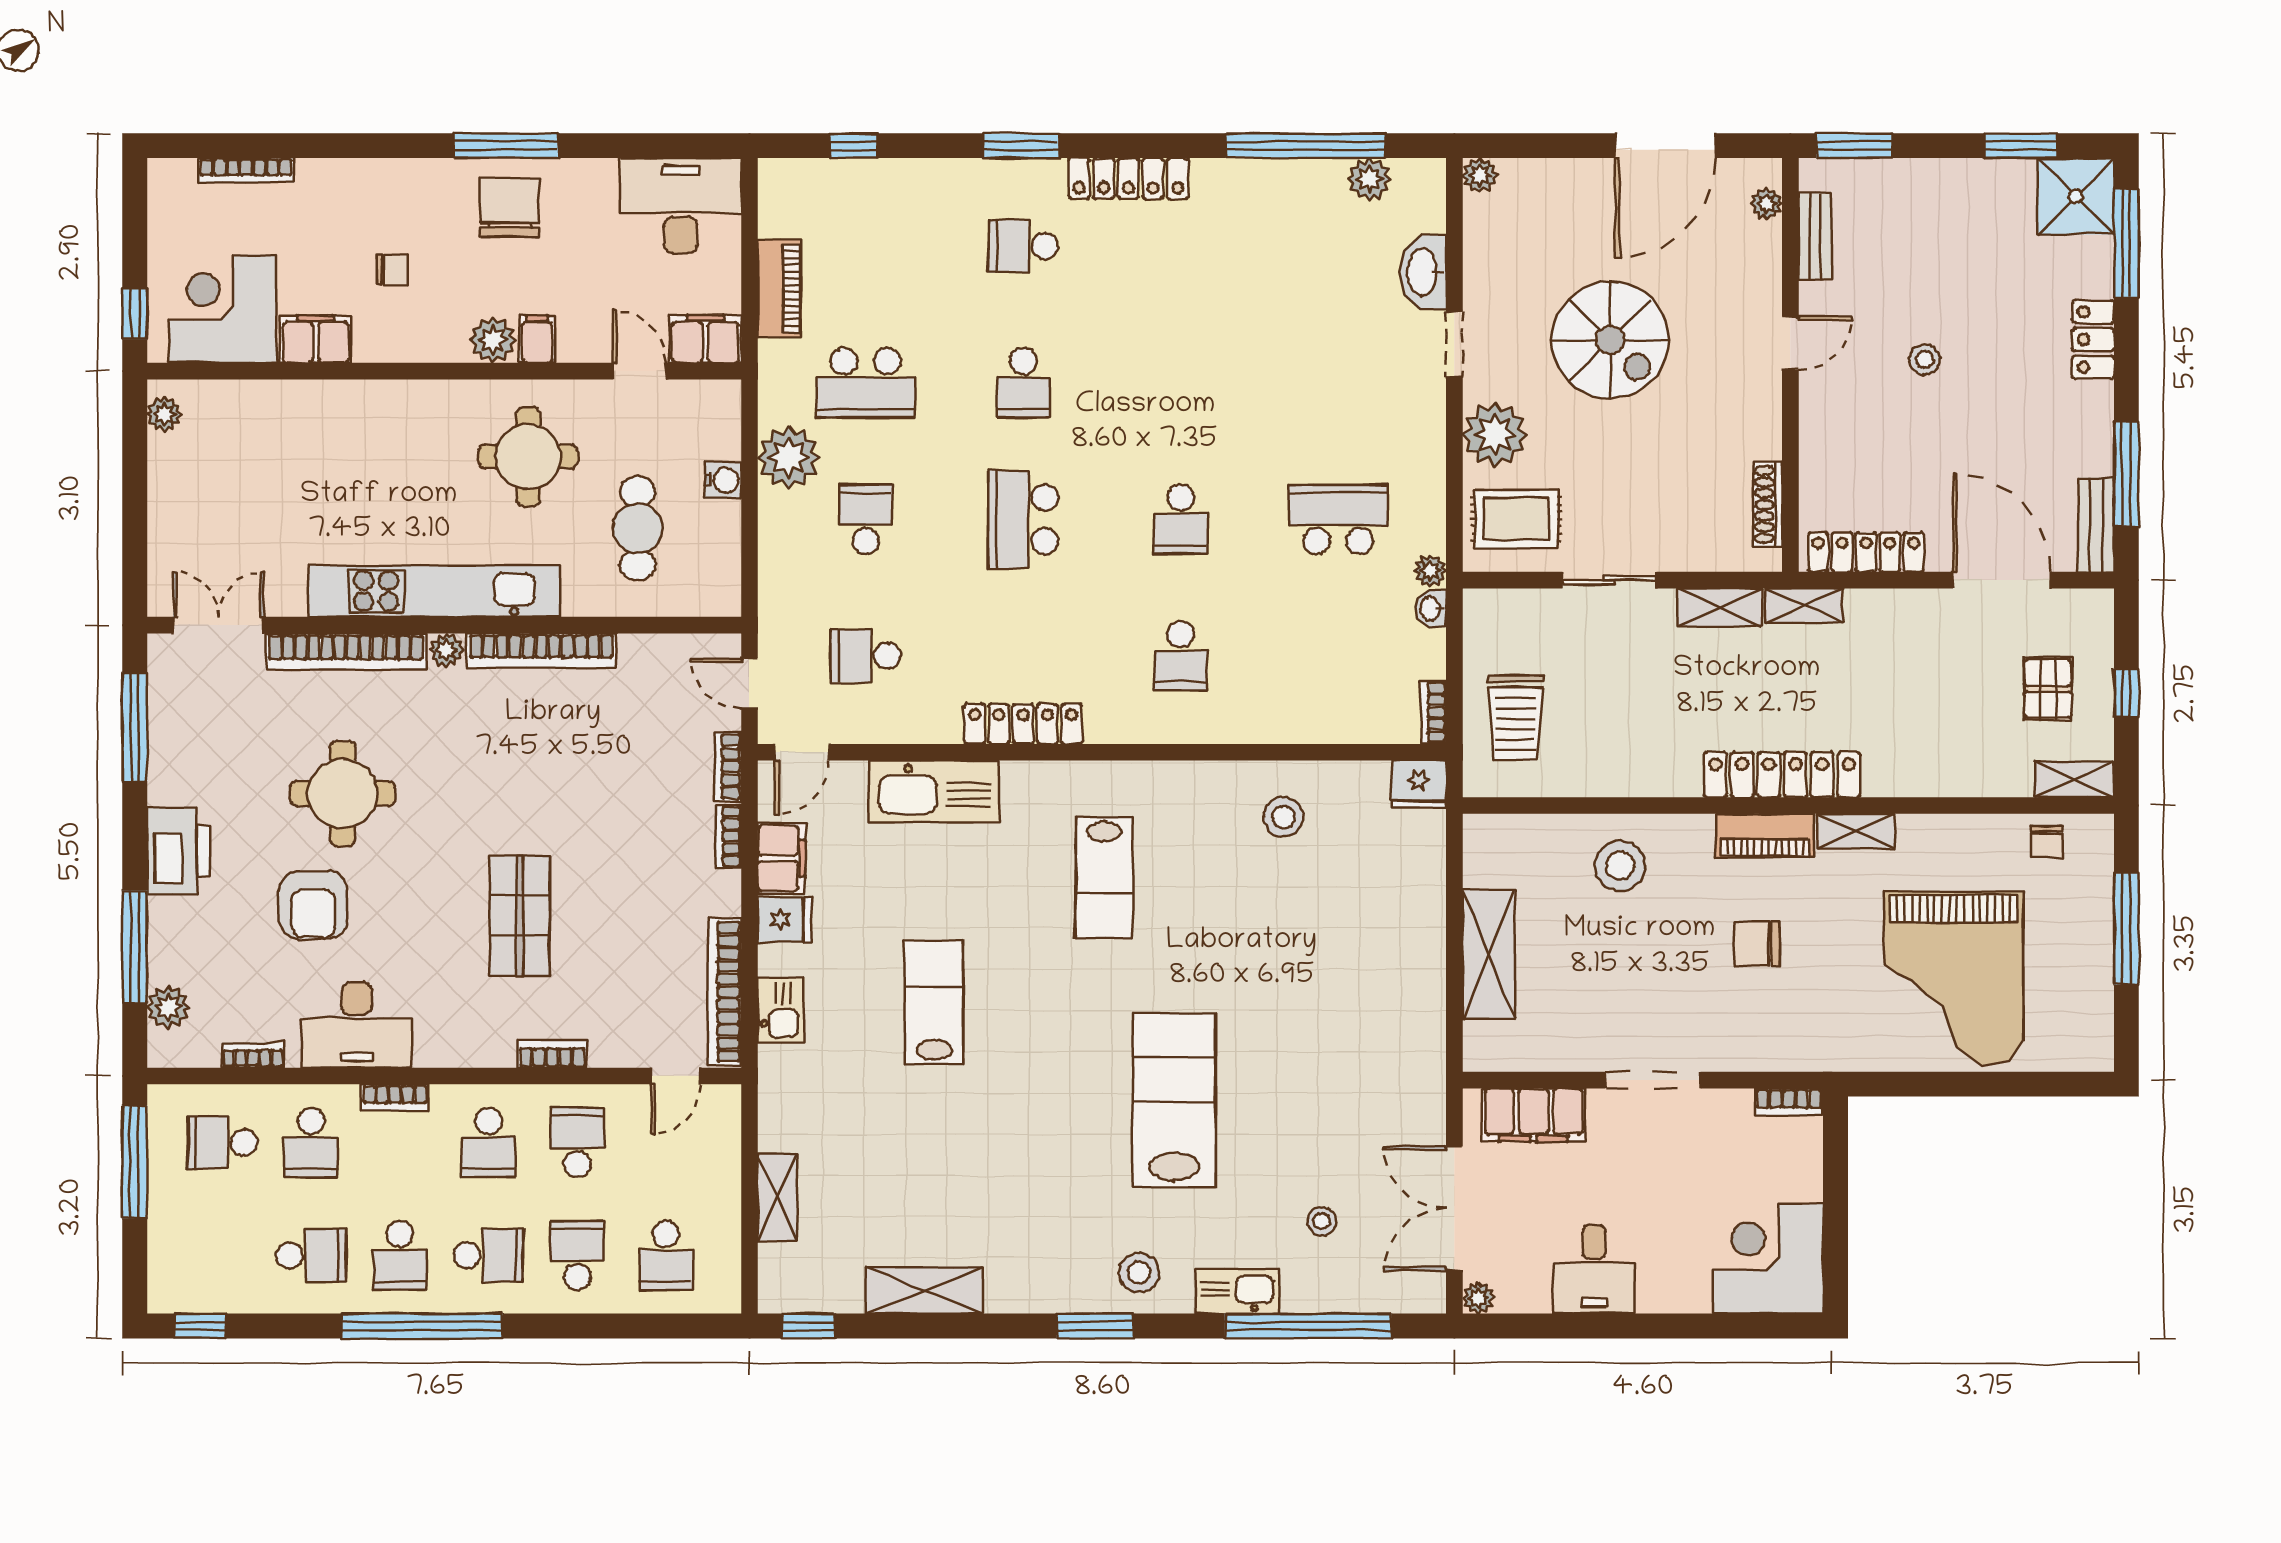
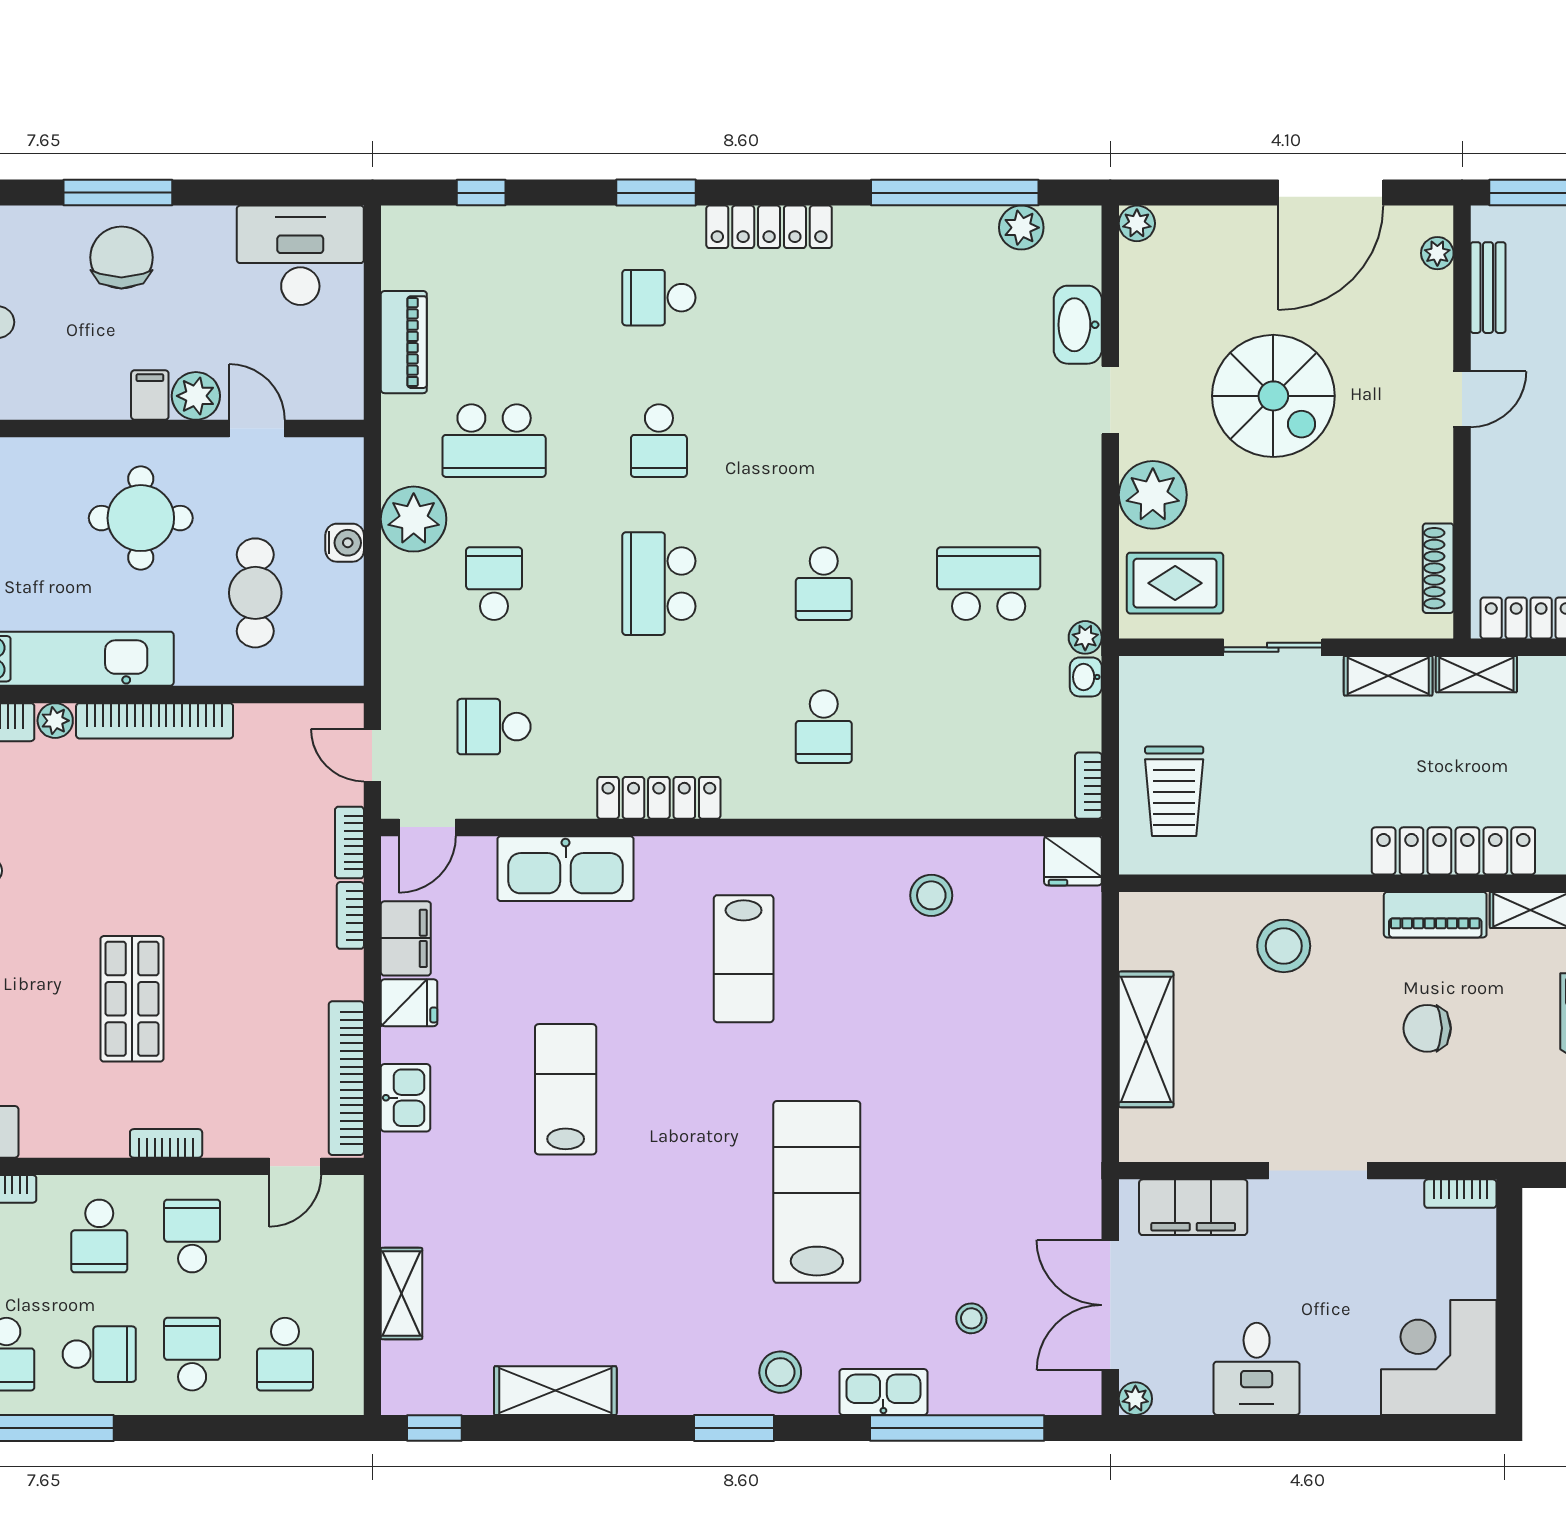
filing cabinet: (705, 339) -> (326, 395), removed
plant: (493, 340) -> (196, 396), moved

